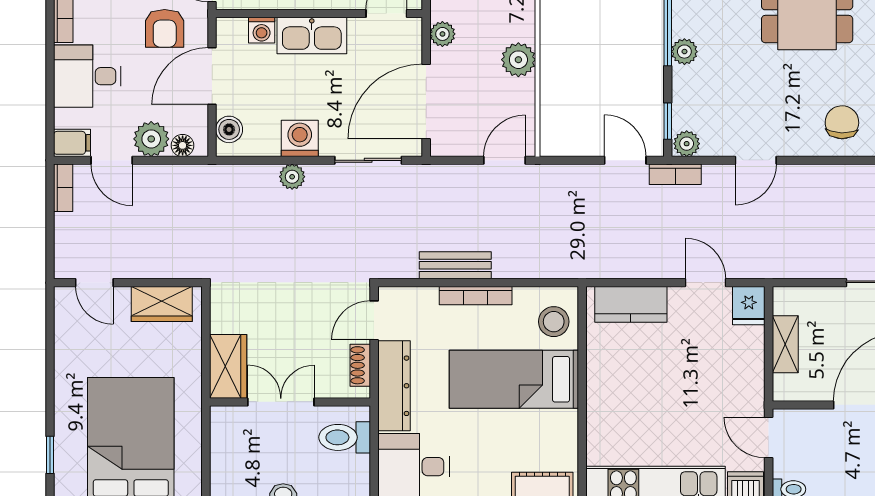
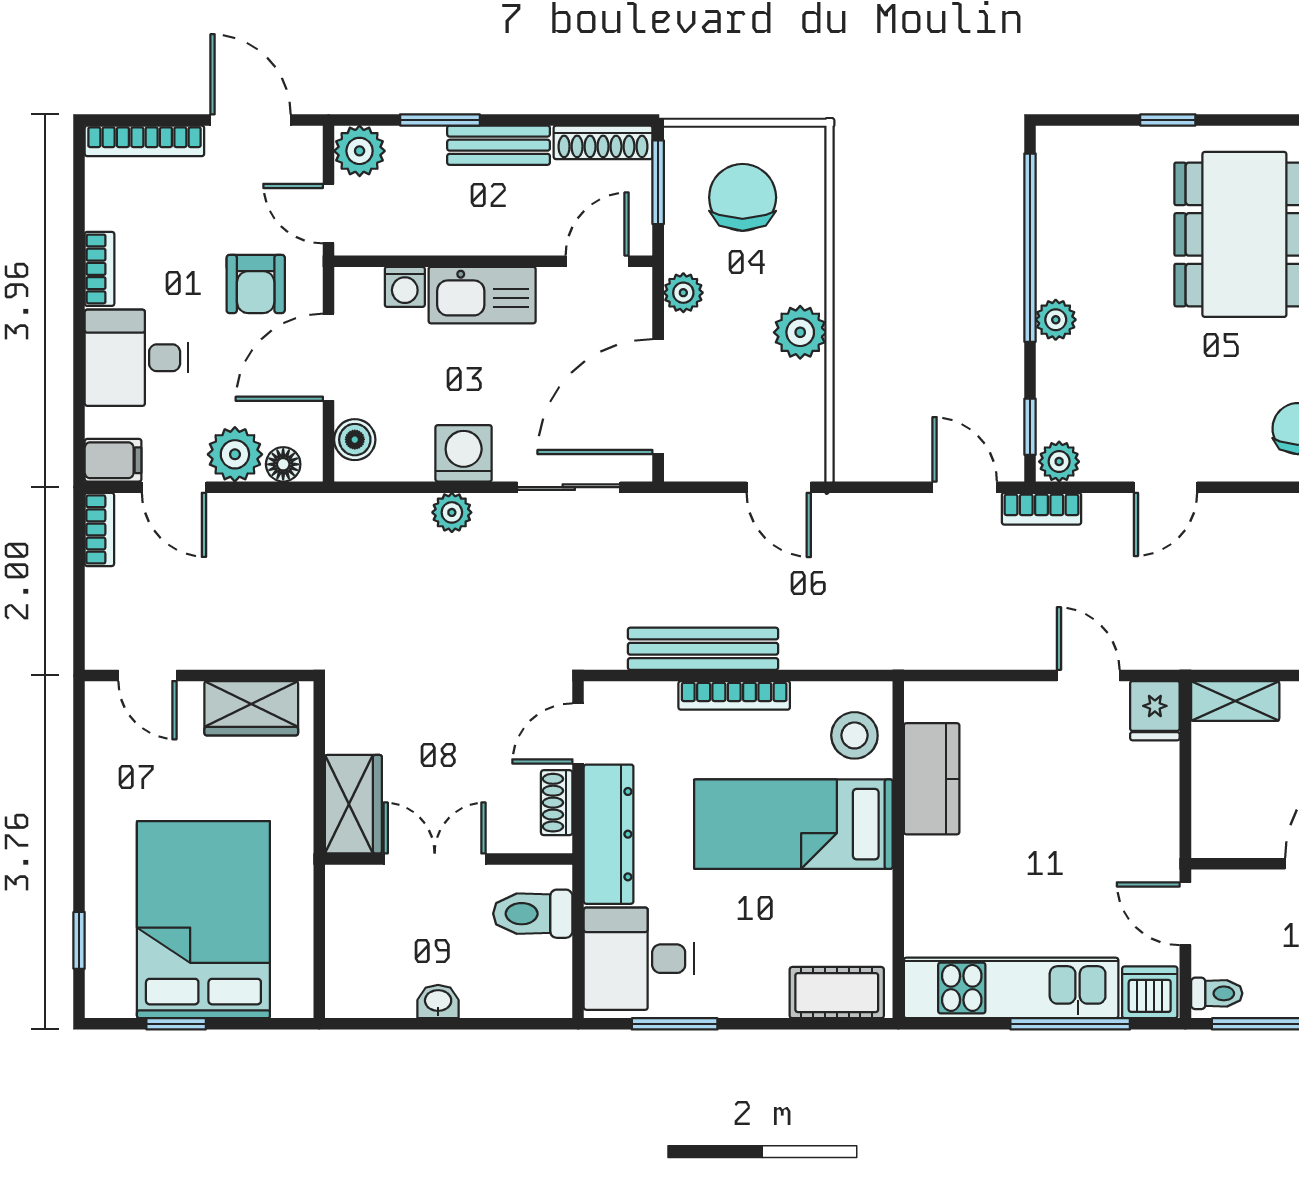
door: (504, 160) -> (779, 487), swing flipped
bench: (455, 265) -> (703, 649), width x1.36
kitchen counter: (631, 304) -> (932, 779), moved, turned -90
shelving: (785, 344) -> (1235, 701), moved, turned 90

